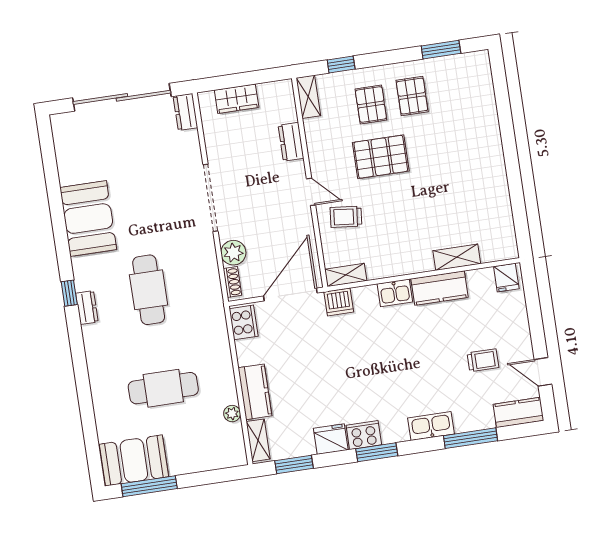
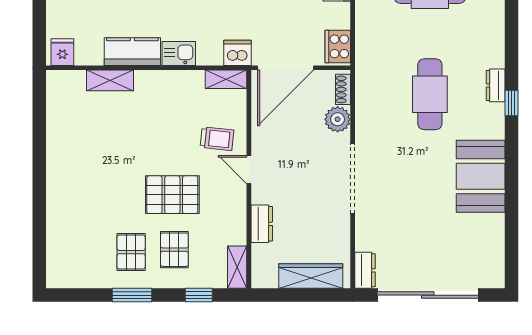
window: (441, 50) -> (132, 295), moved
wardrobe: (237, 99) -> (311, 276), width x1.50

